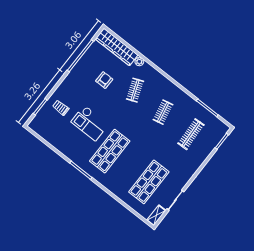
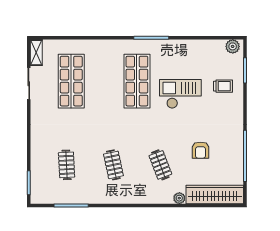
plant: (36, 127) -> (233, 46), added
clothes rail: (191, 134) -> (67, 165), width x0.73

